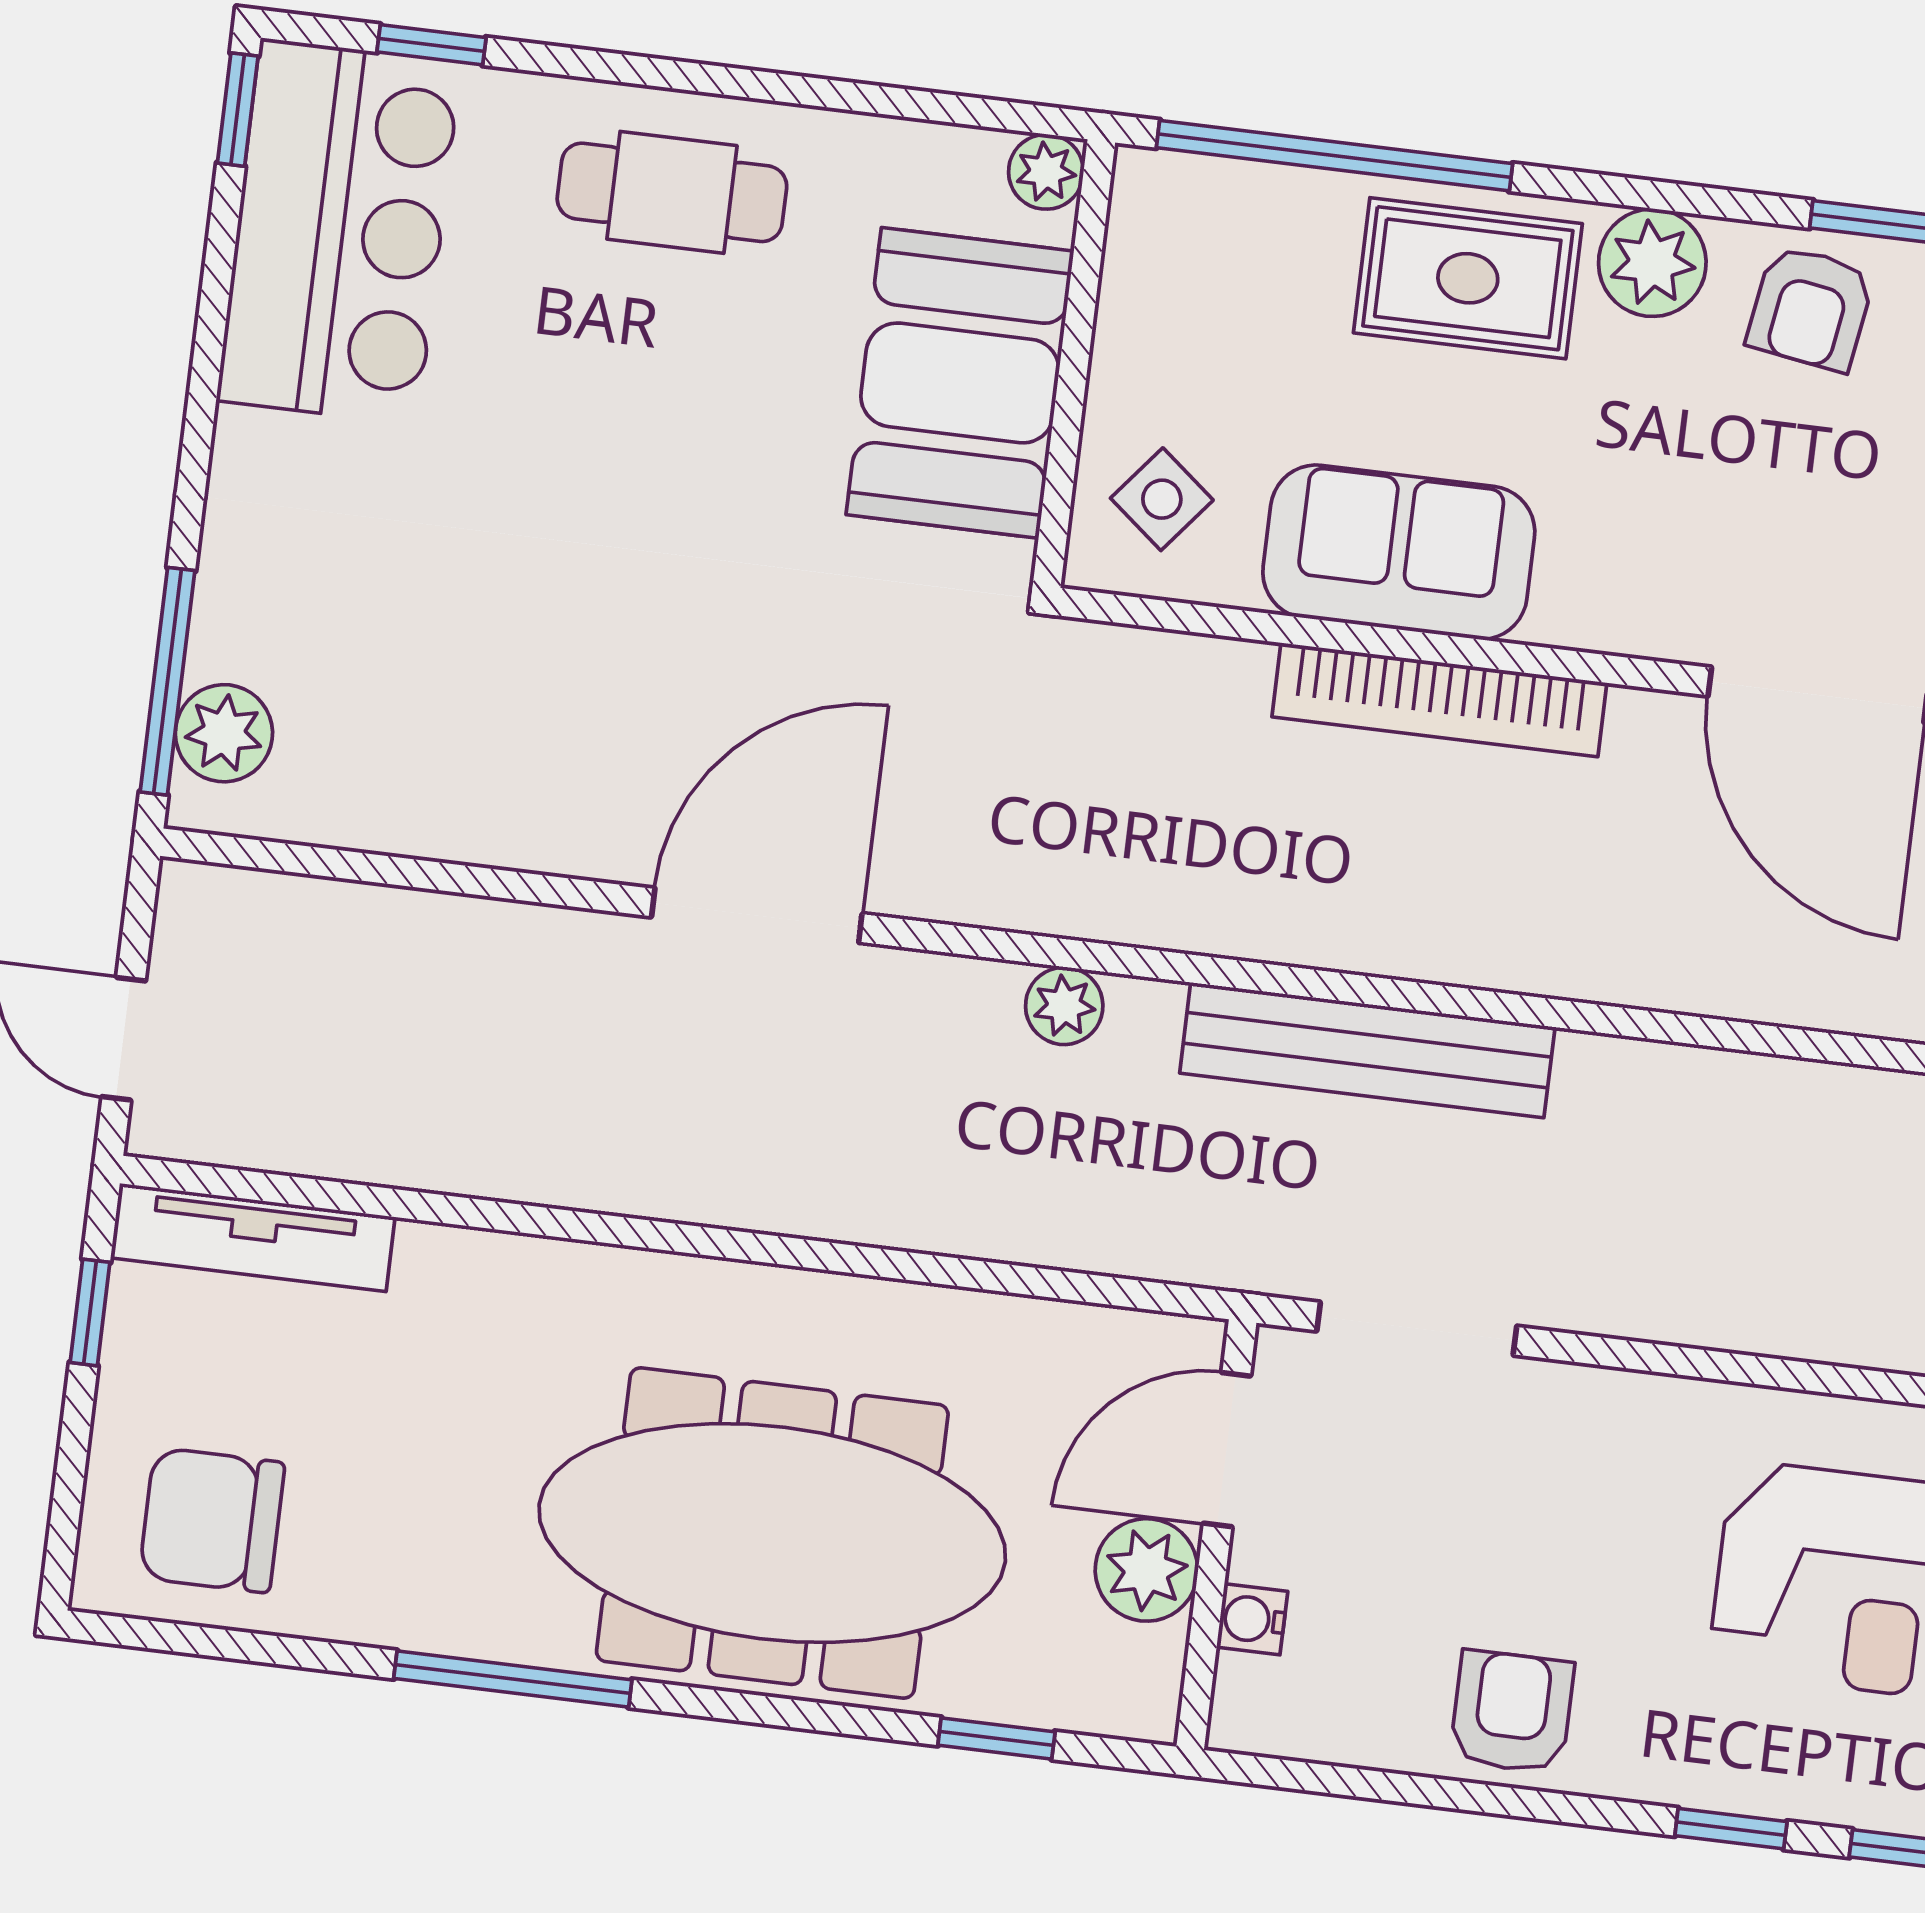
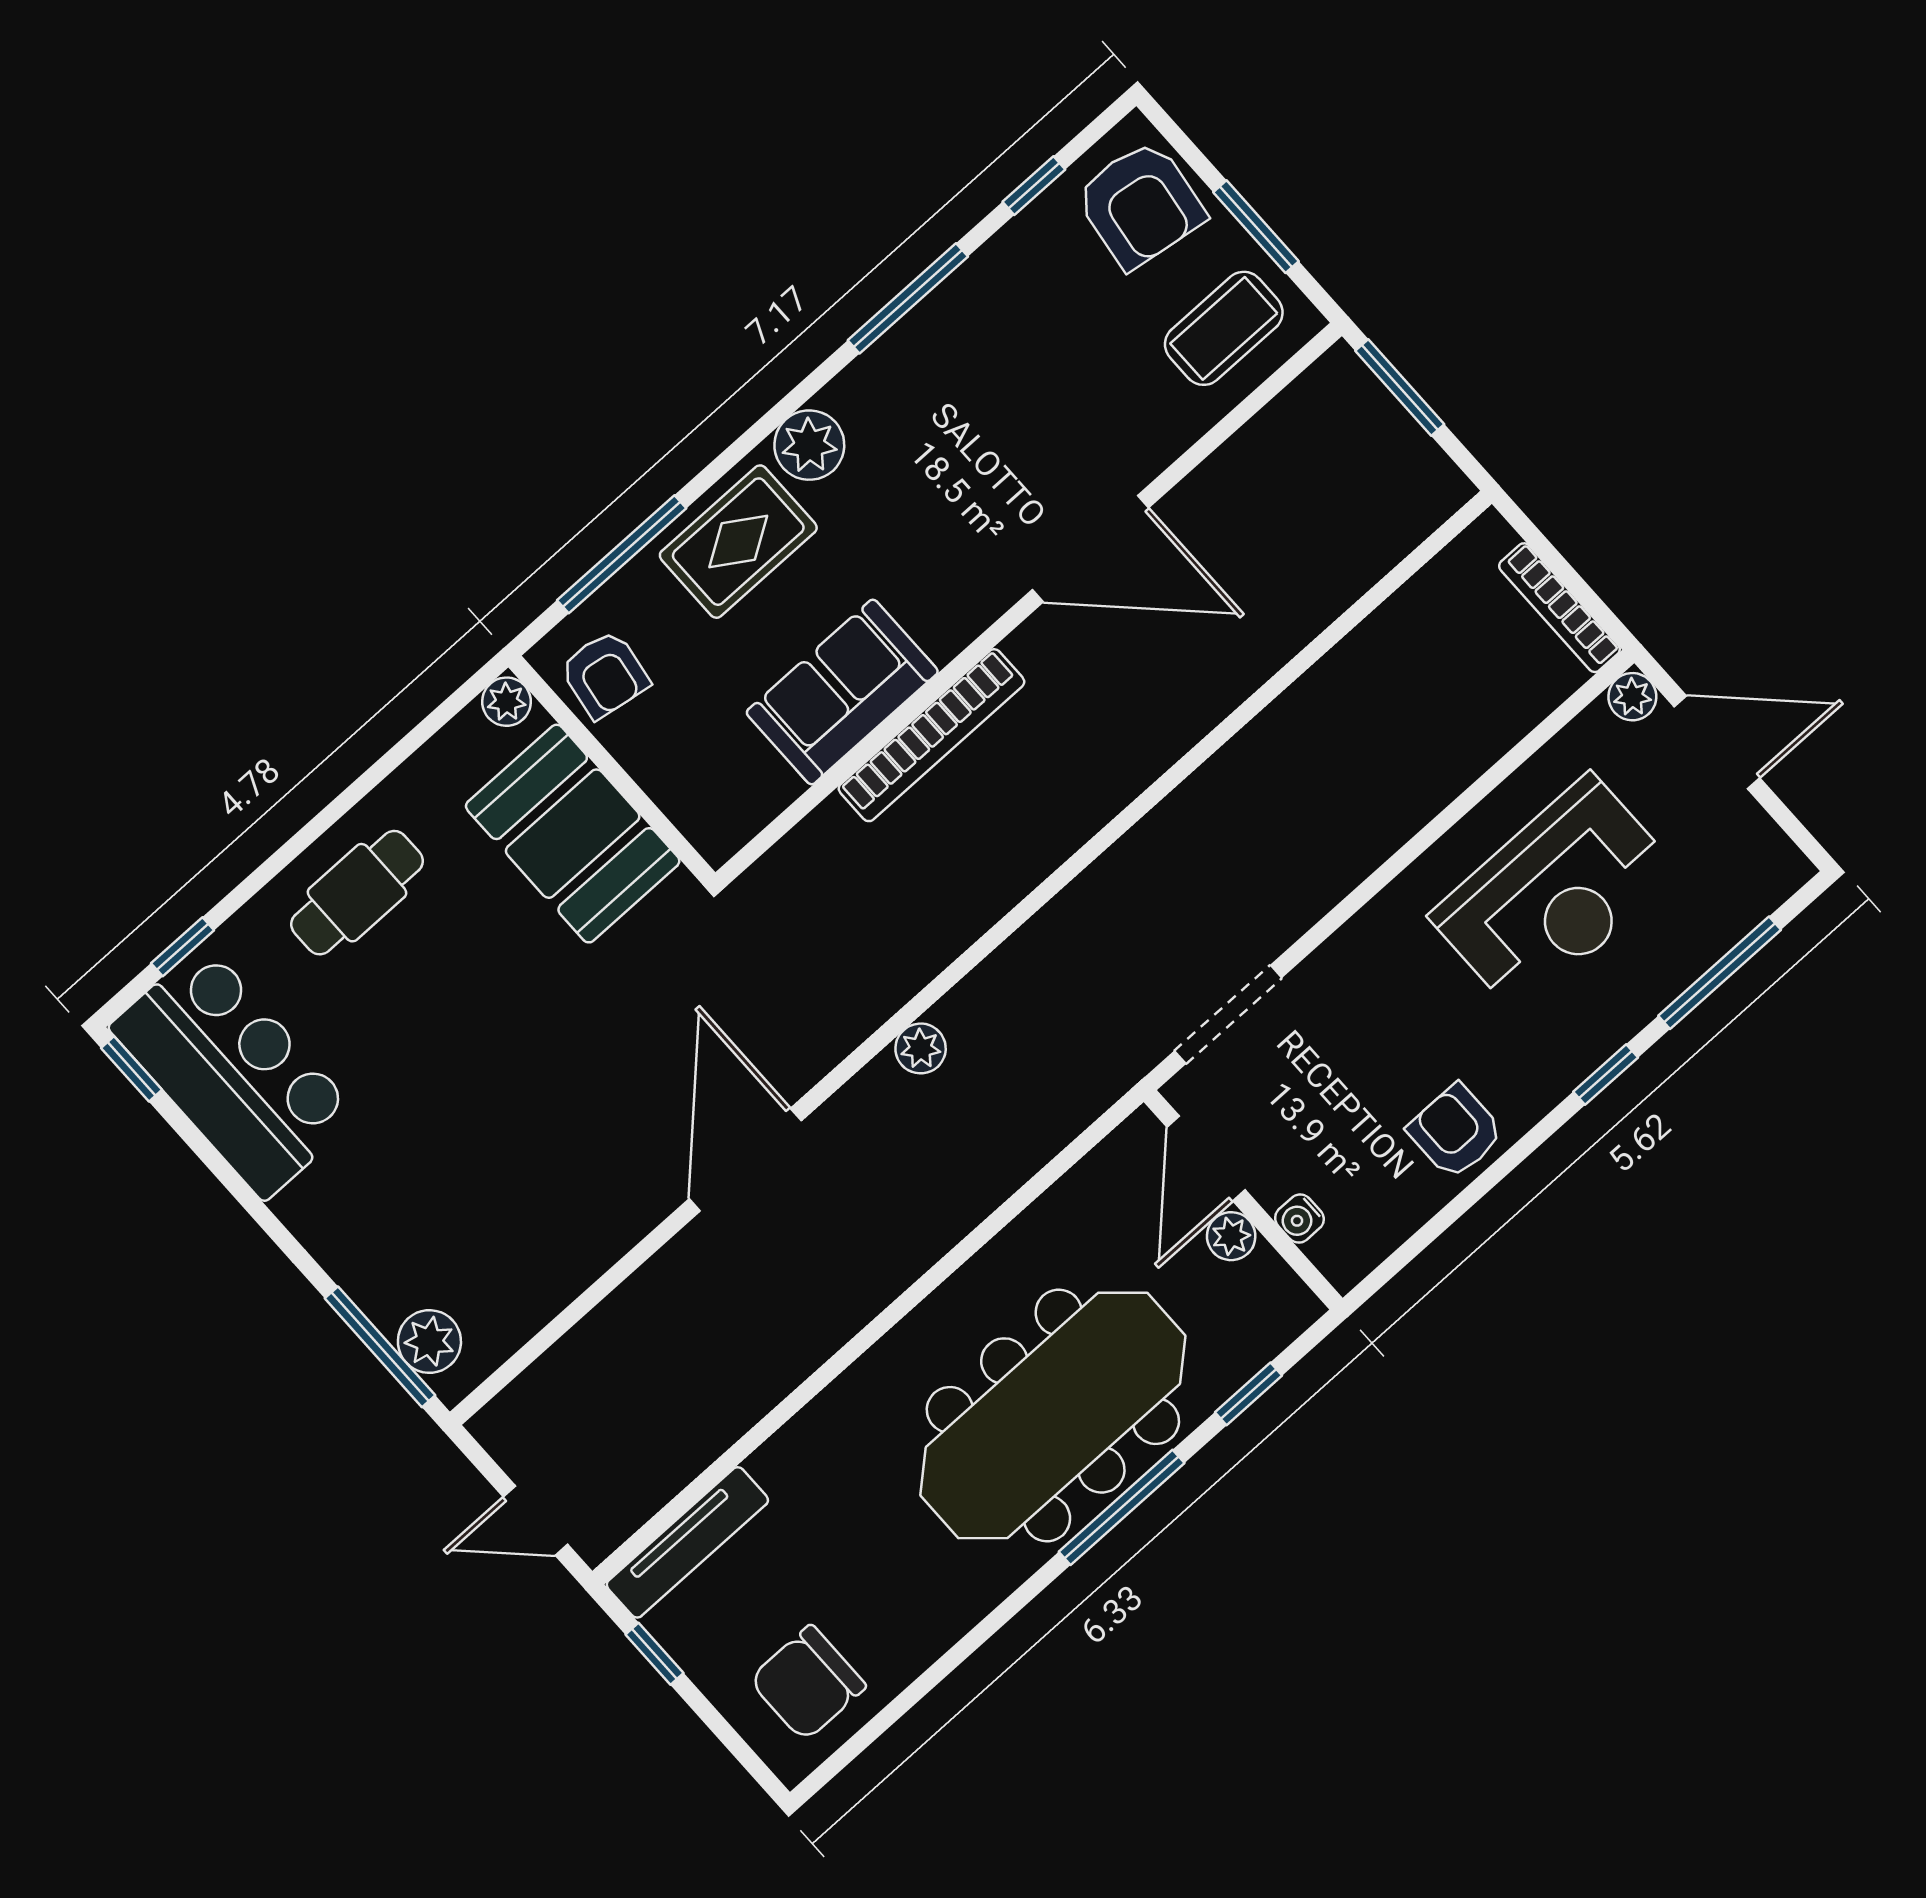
window: (1334, 156) -> (622, 554), width x0.68
armchair: (1811, 308) -> (605, 674), moved
side table: (1162, 499) -> (715, 785), removed
bench: (1367, 1050) -> (1071, 920), removed
plant: (1146, 1570) -> (1231, 1236), width x0.73, depth x0.73
window: (513, 1679) -> (1122, 1507), moved

